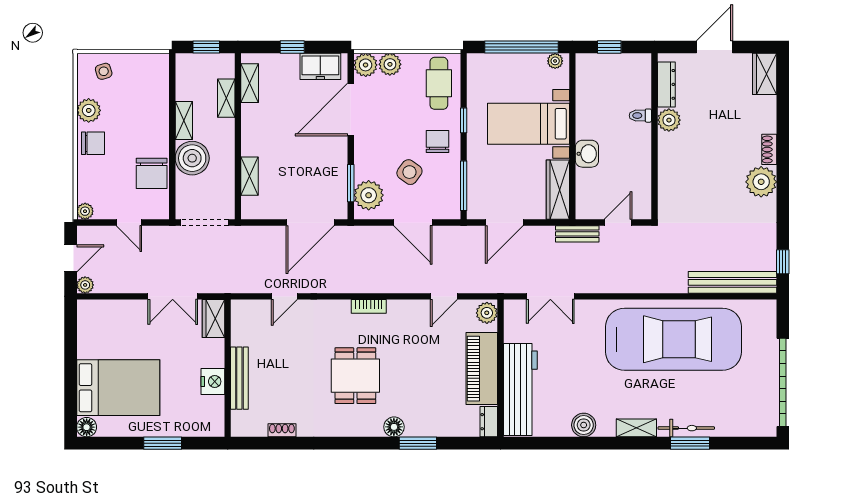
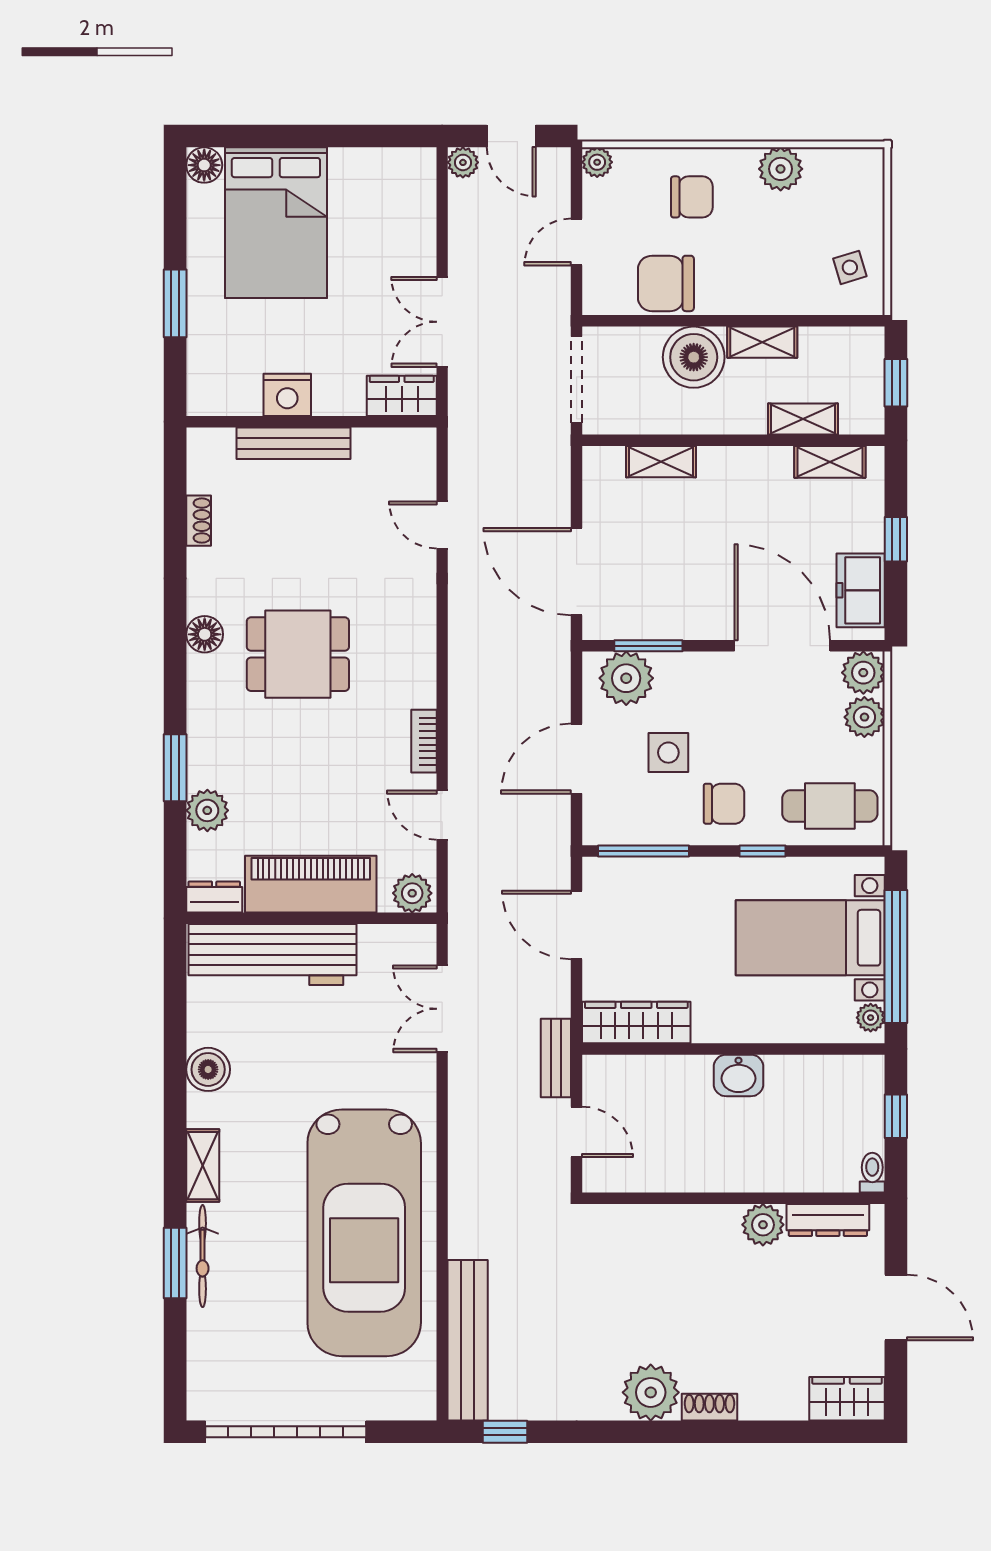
side table: (104, 71) -> (850, 267), moved
toilet: (640, 116) -> (872, 1173), moved
bed with nightstands: (528, 124) -> (810, 938), moved, turned -90
chair: (93, 143) -> (692, 197), moved, turned -90
washbasin: (587, 154) -> (738, 1075), moved
side table: (409, 172) -> (668, 753), turned -36
bookcase: (369, 306) -> (424, 741), moved
plant: (441, 425) -> (207, 810), added
floor lamp: (394, 427) -> (205, 634), moved

